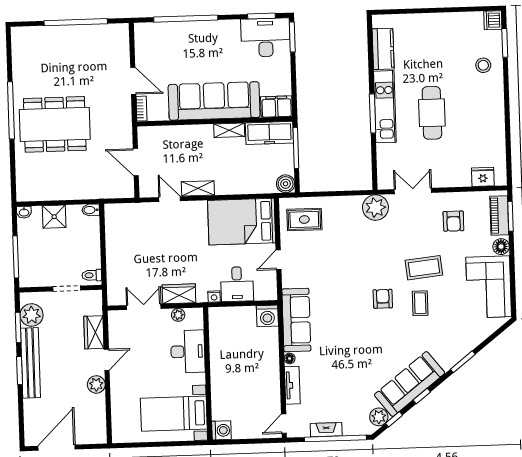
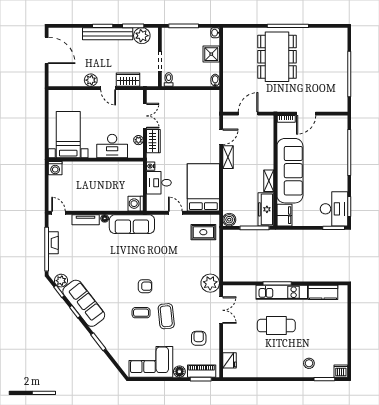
rug: (304, 219) -> (203, 232), turned 90
armchair: (453, 221) -> (199, 338), turned 90

